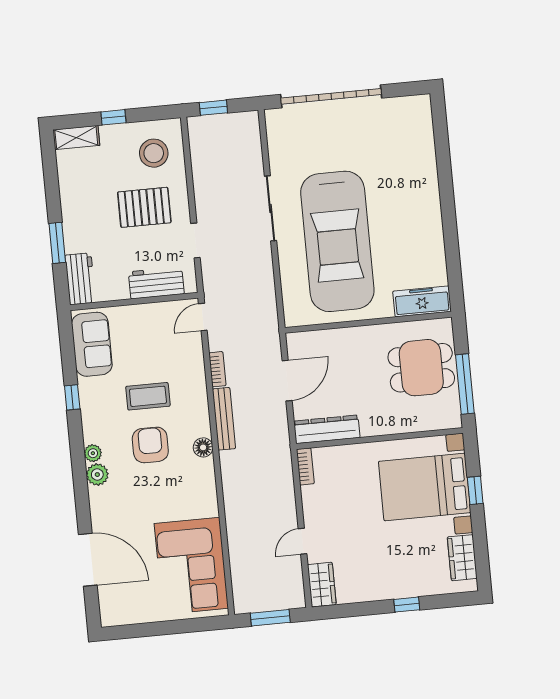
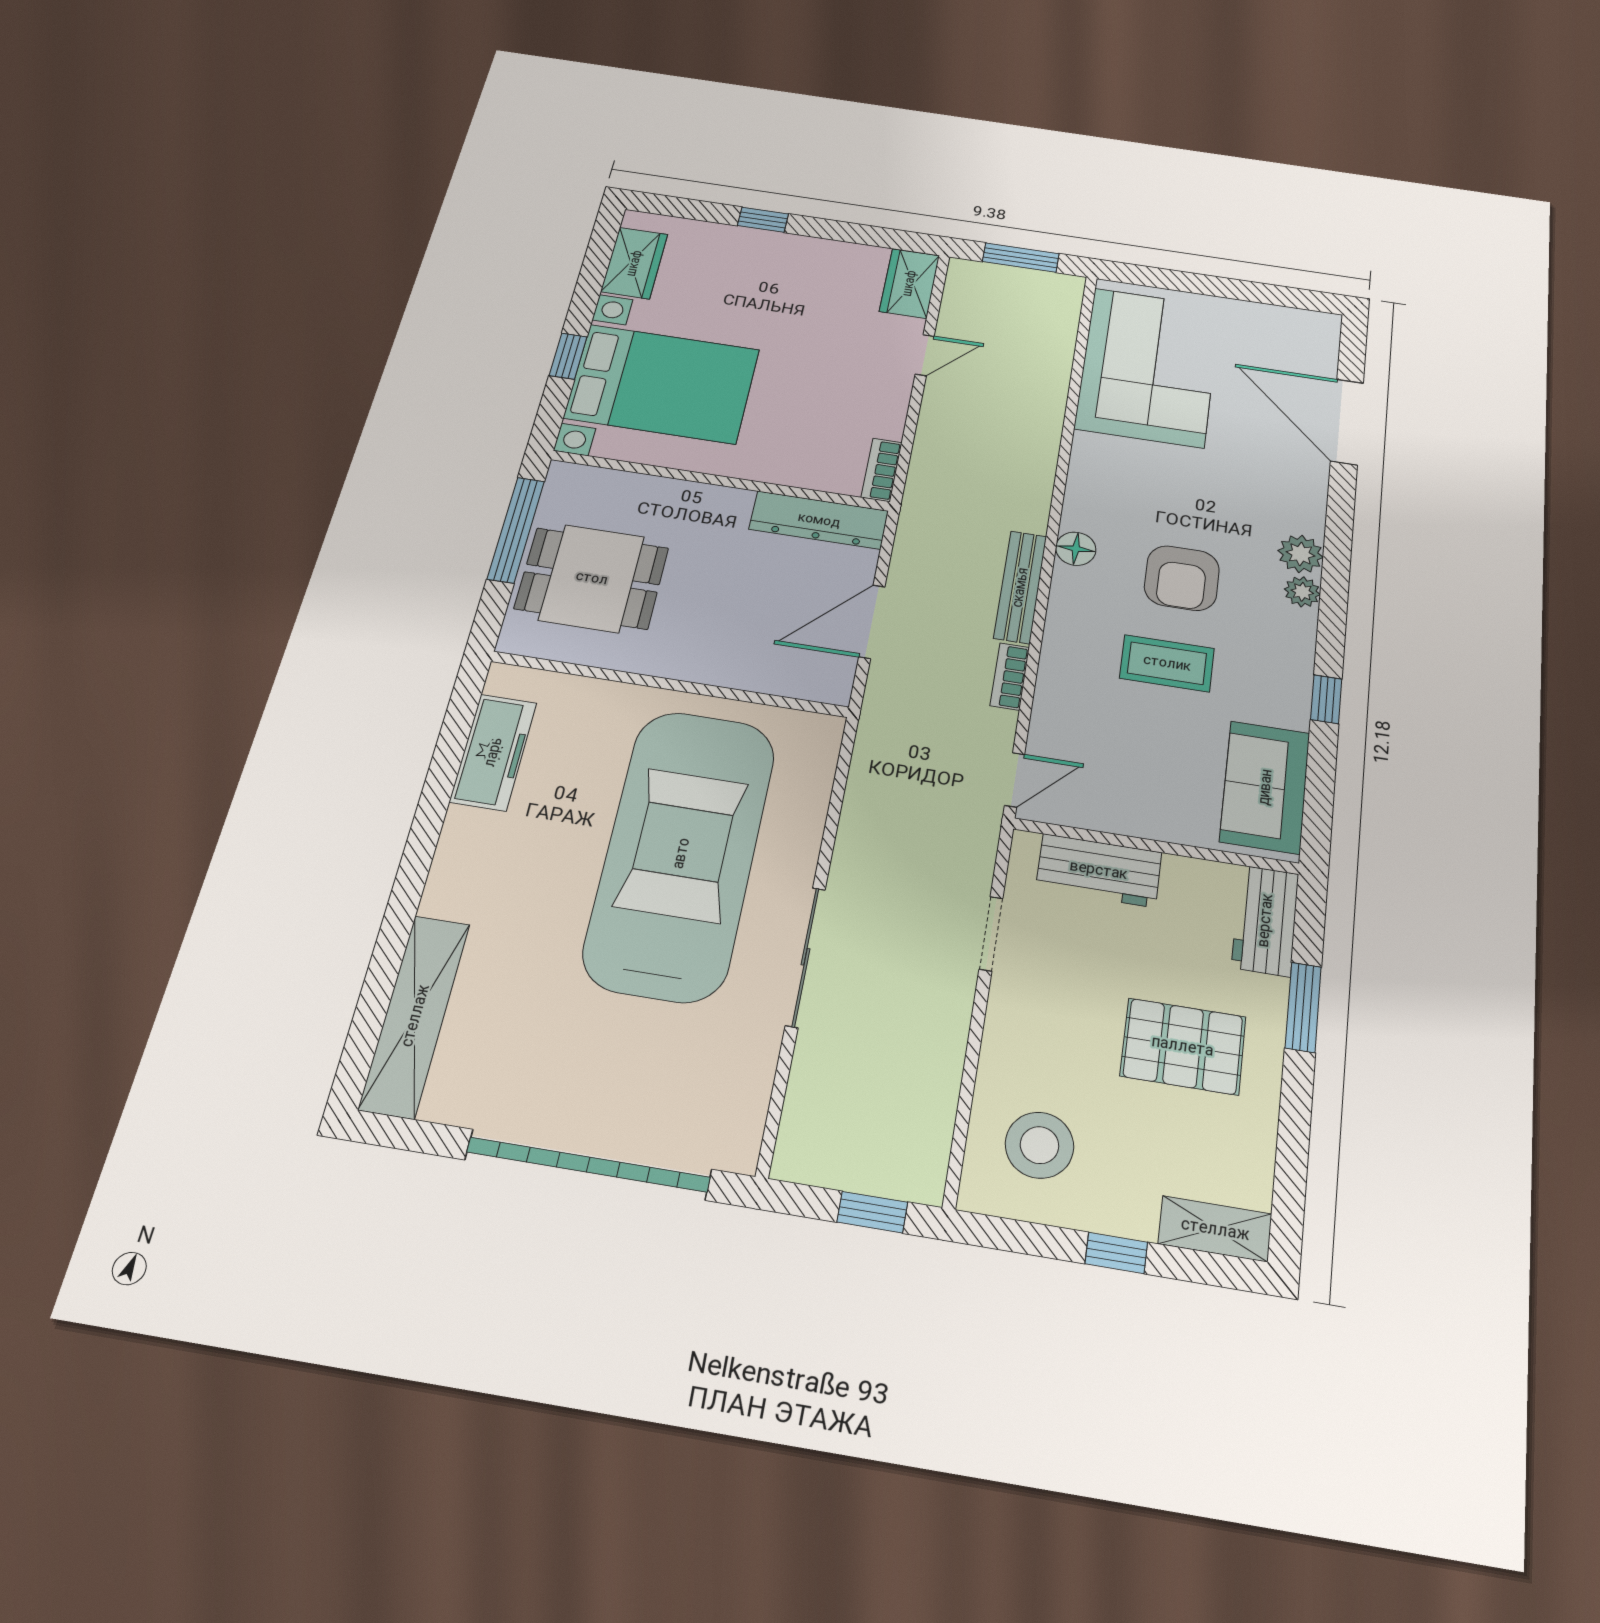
shelving: (423, 139) -> (415, 1016), added
pallet: (144, 207) -> (1183, 1046), moved
freezer: (422, 301) -> (493, 752), moved, turned -90

